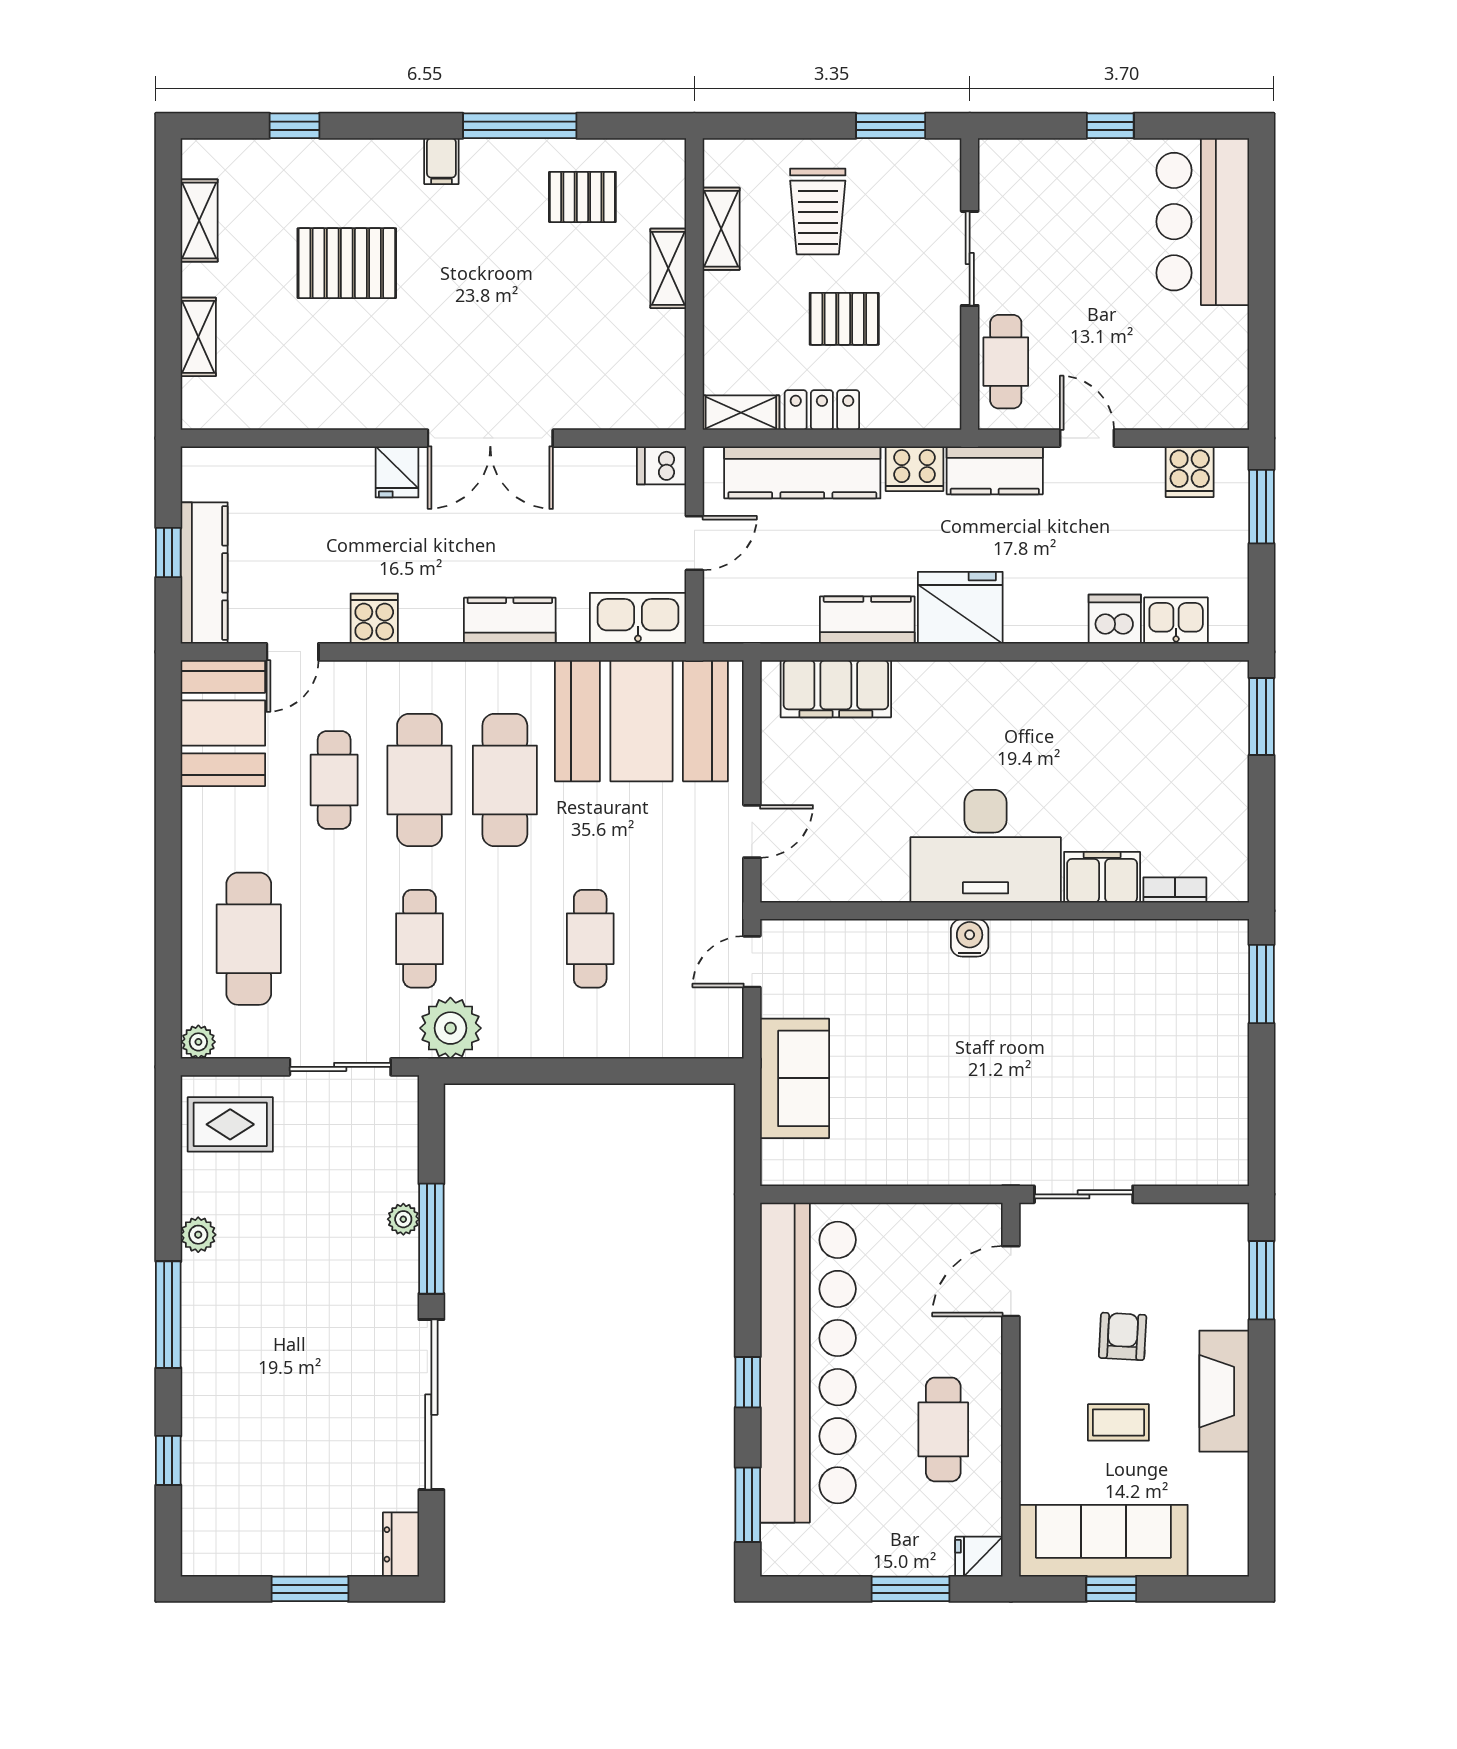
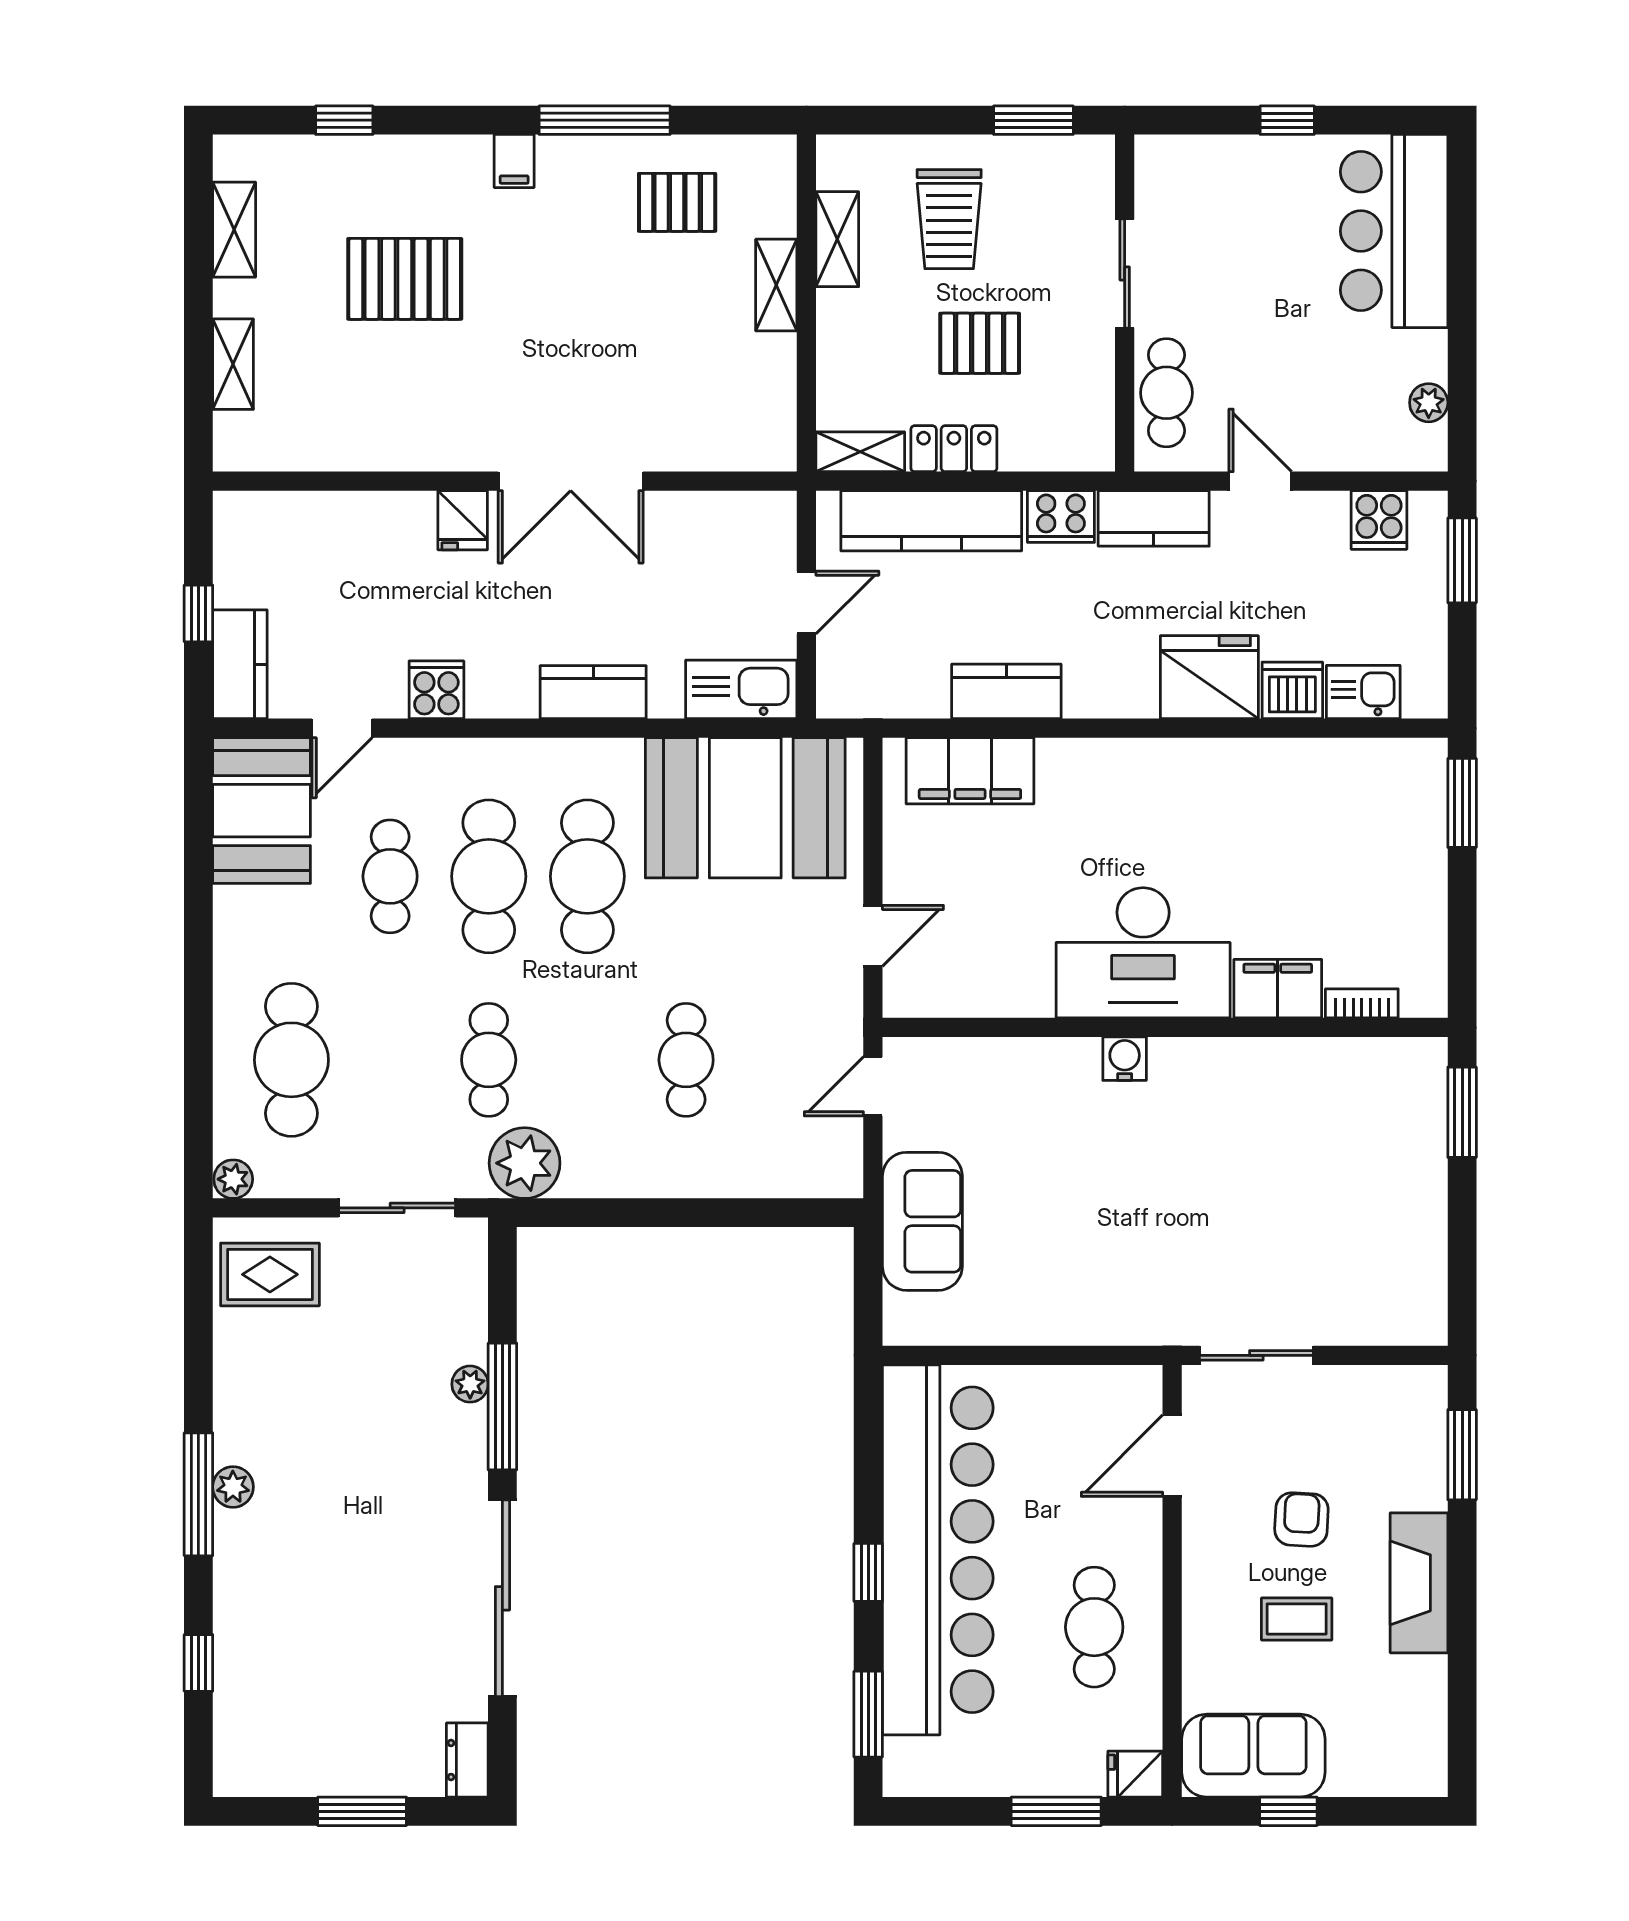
plant: (1233, 370) -> (1429, 403), added
dishwasher: (662, 465) -> (769, 513), removed
kitchen counter: (204, 573) -> (240, 664), width x0.67
fridge: (960, 608) -> (1209, 677), moved
plant: (198, 1235) -> (233, 1487), moved
sofa: (1103, 1541) -> (1253, 1756), width x0.73

